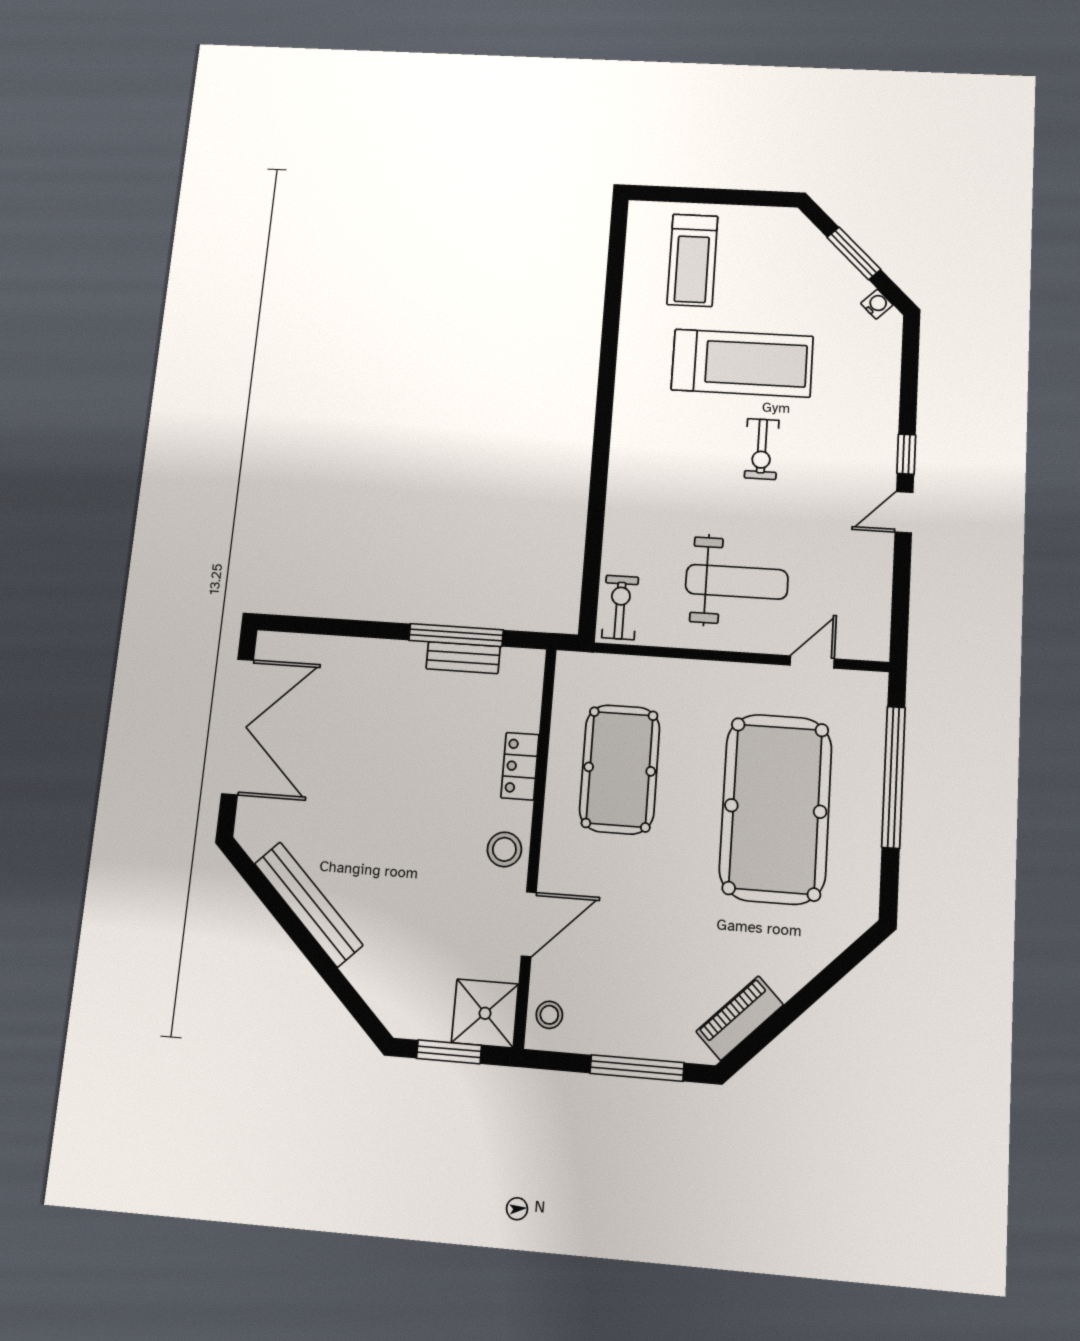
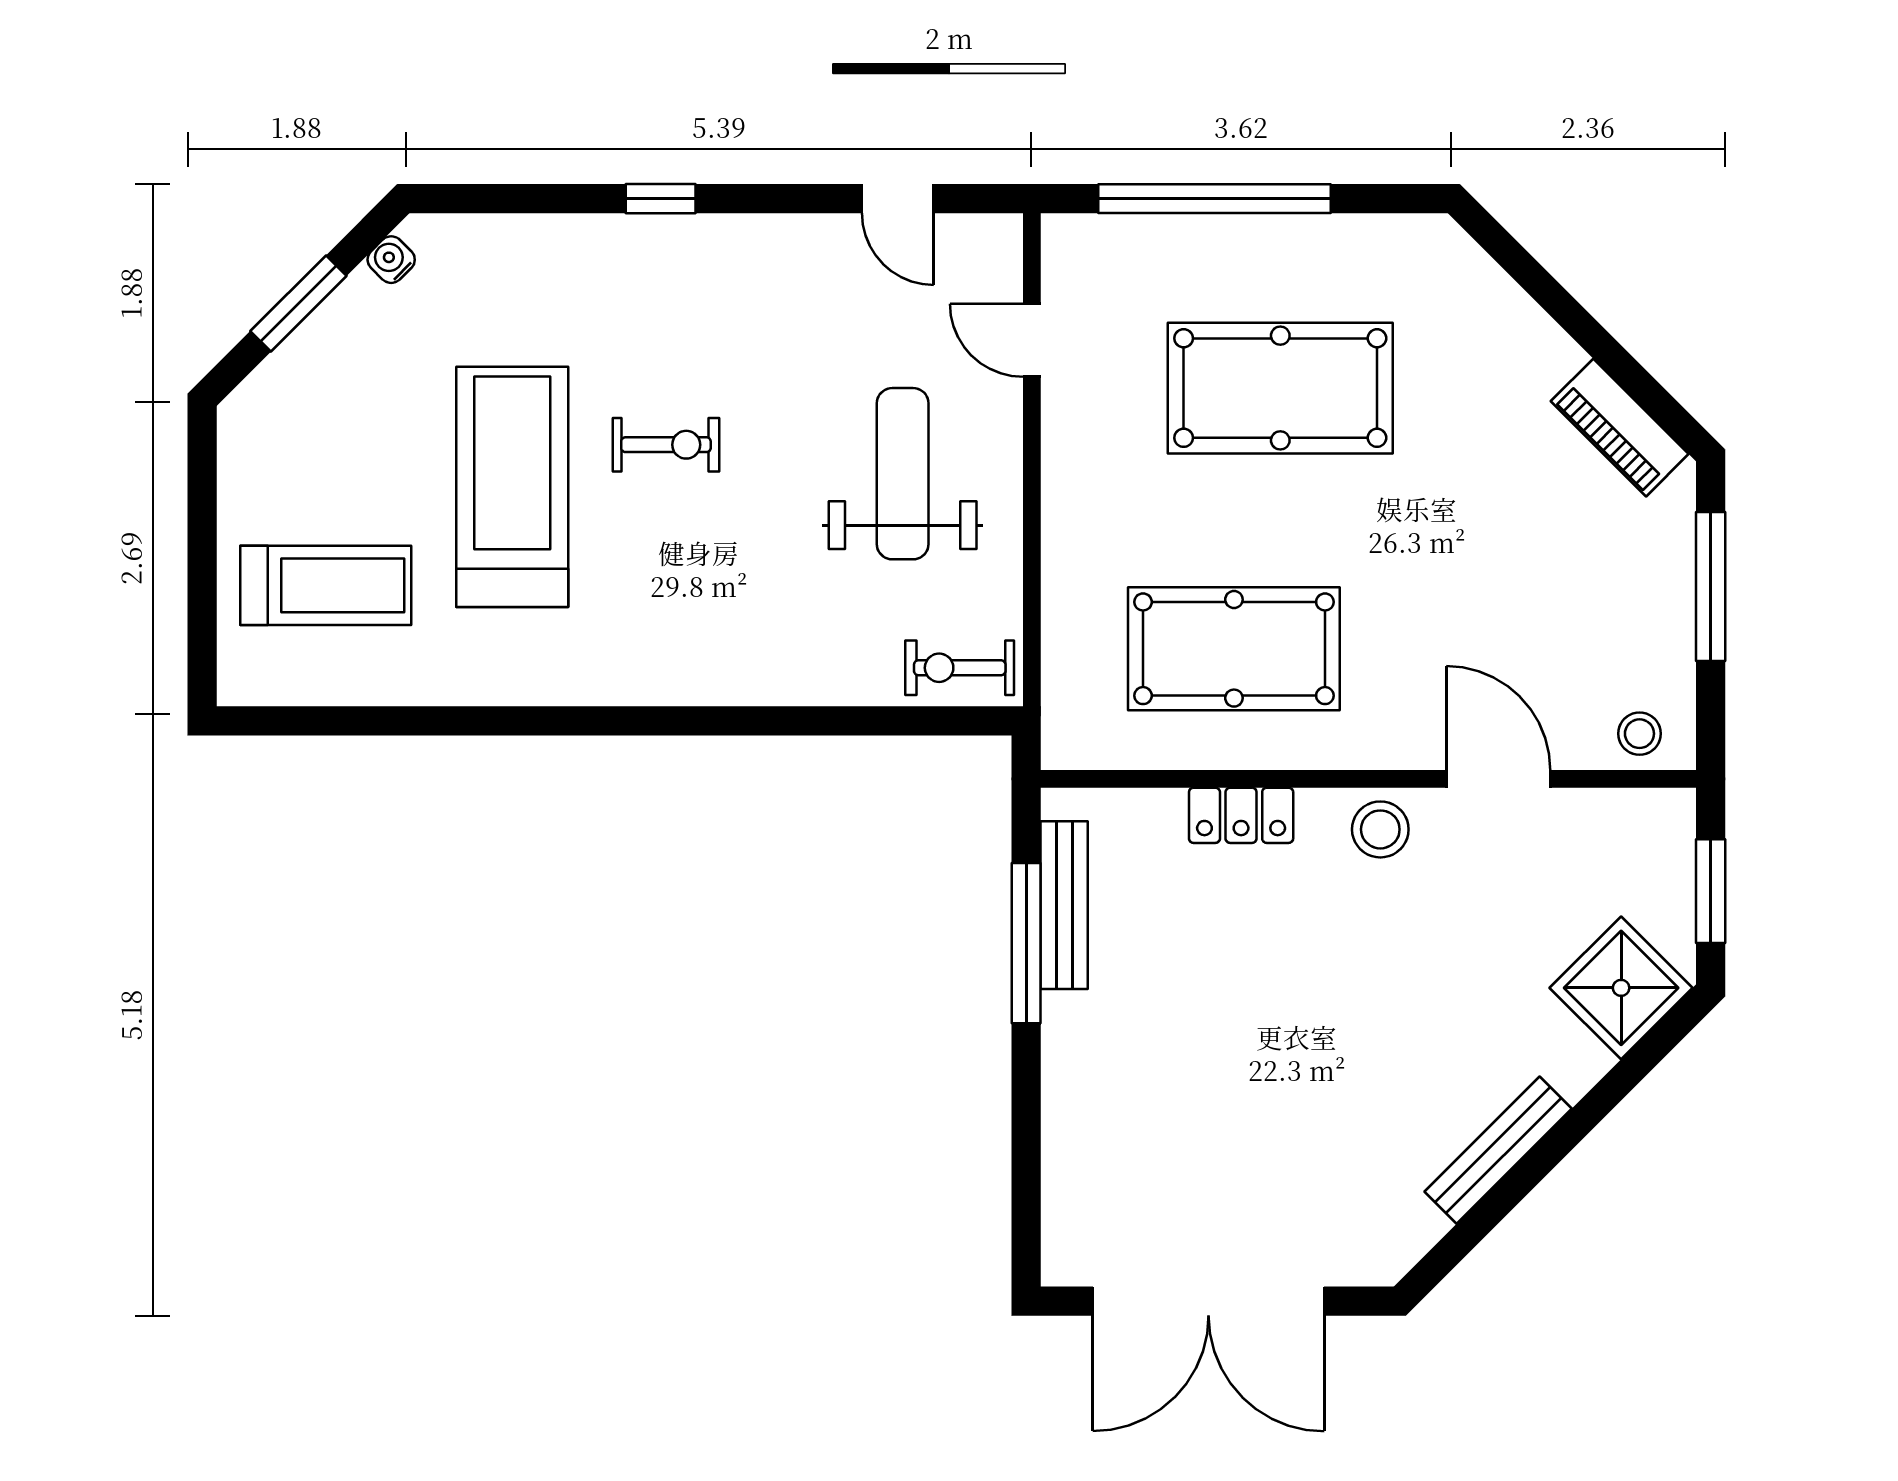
door: (904, 512) -> (898, 199), moved
bench: (463, 658) -> (1064, 905), width x1.36
double door: (238, 727) -> (1208, 1301), swing flipped
pool table: (776, 809) -> (1280, 388), width x0.73, depth x0.76
bench: (309, 904) -> (1498, 1150), width x0.73, depth x0.82
shower: (485, 1013) -> (1621, 988), moved, turned 45

